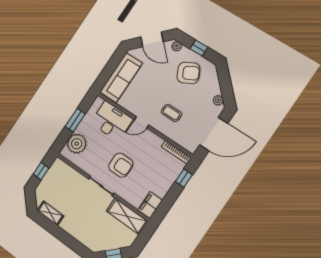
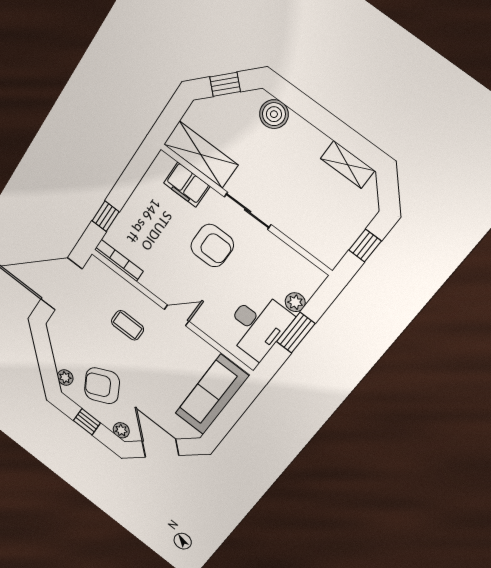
plant: (218, 100) -> (65, 377), moved
desk: (112, 121) -> (258, 325), moved, turned -90
plant: (77, 144) -> (295, 302), width x0.53, depth x0.53
armchair: (121, 165) -> (212, 246), turned 180
filing cabinet: (150, 205) -> (187, 185), moved, turned 90
boiler: (88, 239) -> (274, 114), added

